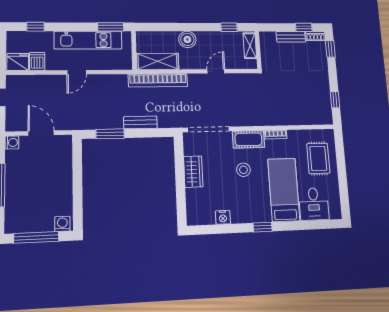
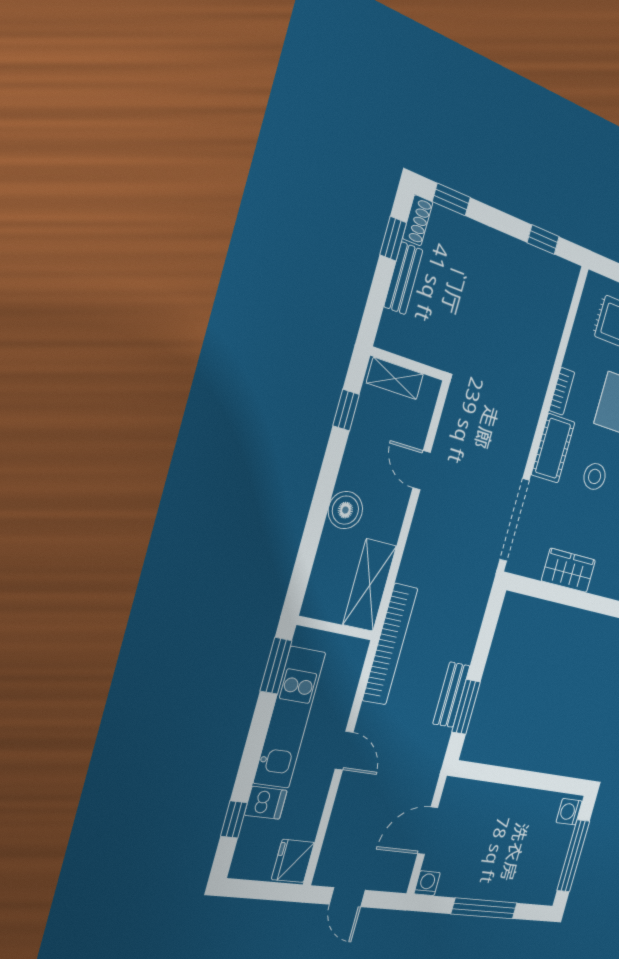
dishwasher: (37, 61) -> (266, 803), moved, turned 180
bookcase: (158, 80) -> (390, 644), moved
bench: (140, 122) -> (451, 695), moved

